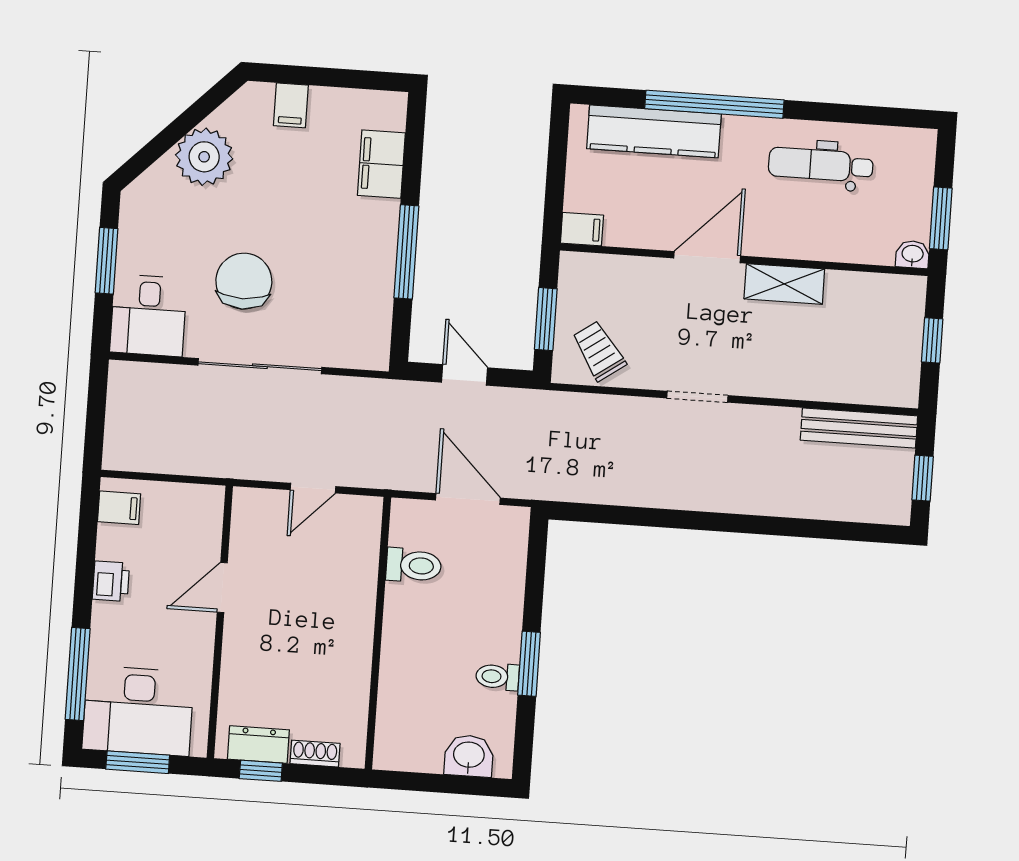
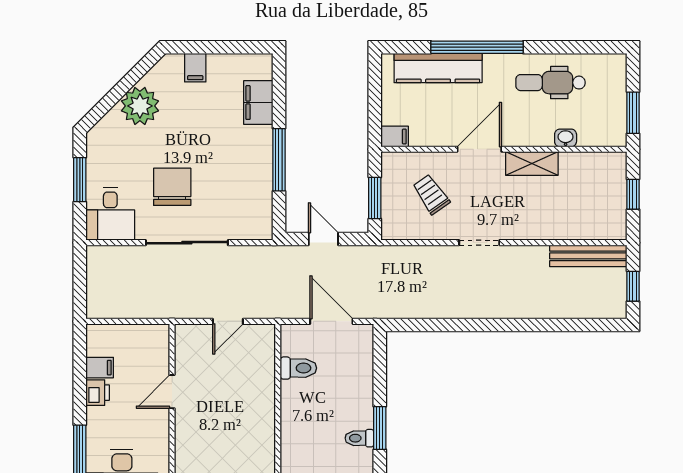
washbasin: (913, 254) -> (566, 138), moved
trolley: (599, 351) -> (431, 194), moved
filing cabinet: (119, 508) -> (100, 368), moved

